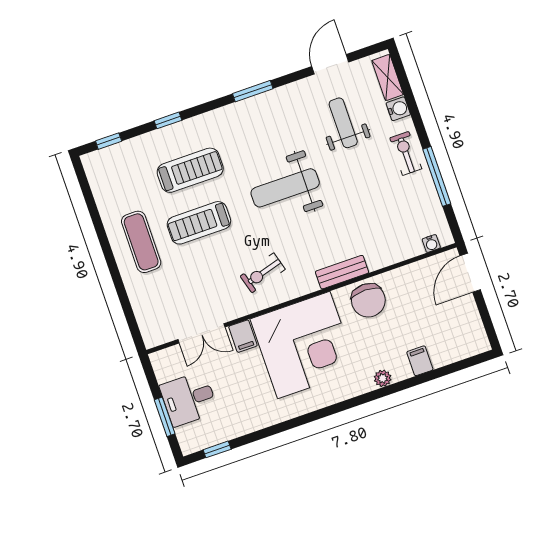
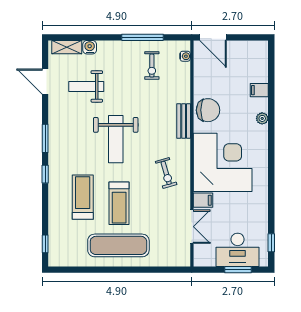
window: (168, 120) -> (45, 174), moved
exercise bike: (406, 153) -> (152, 66), moved, turned -90
exercise mat: (141, 242) -> (118, 245), width x1.36, depth x1.45
desk: (189, 399) -> (238, 250), width x1.37

